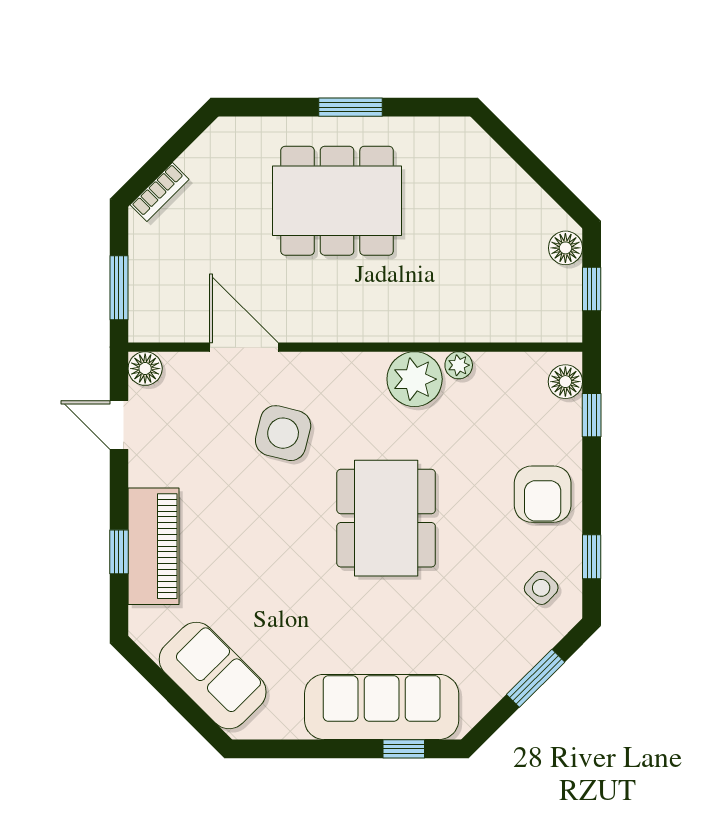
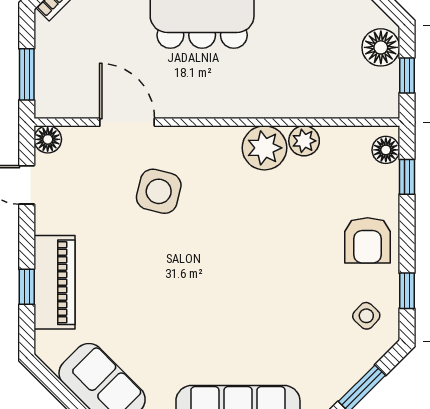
floor lamp: (565, 248) -> (381, 47), width x1.38, depth x1.38
plant: (459, 365) -> (304, 141), width x1.38, depth x1.38
dining table: (386, 518) -> (242, 260), removed

